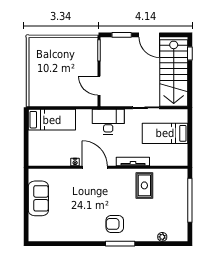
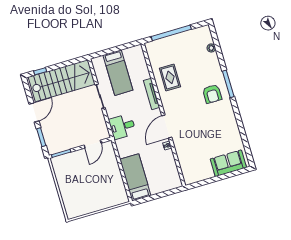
desk: (108, 122) -> (122, 126), width x0.73
rug: (144, 185) -> (170, 77), turned 90
sofa: (38, 198) -> (228, 163), moved

